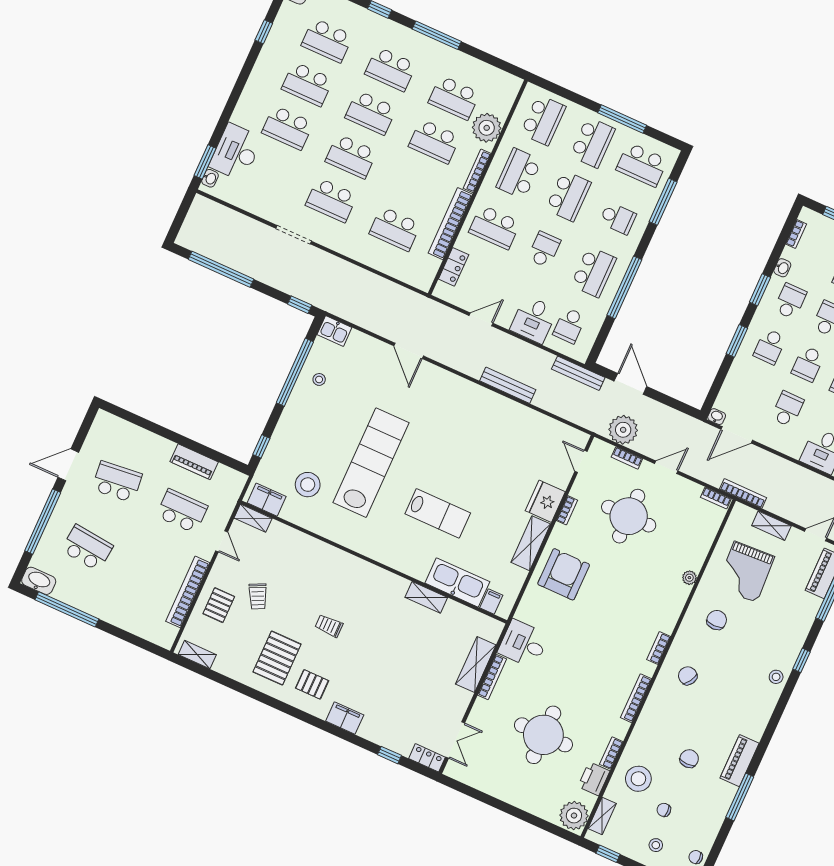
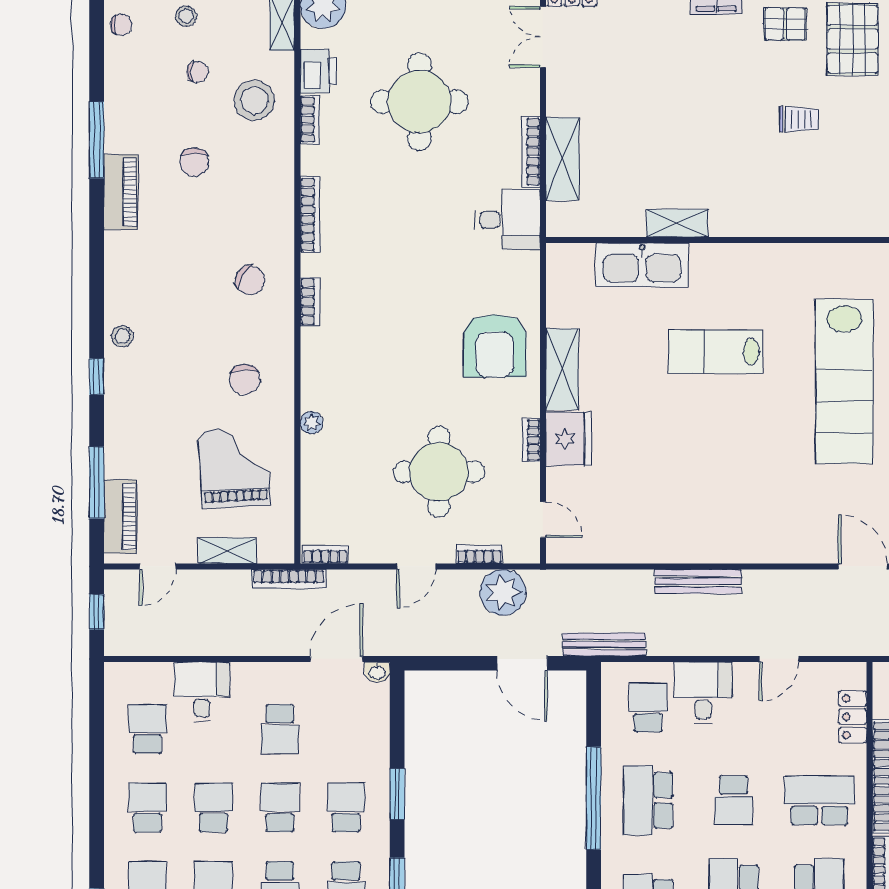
filing cabinet: (491, 602) -> (581, 260), removed

